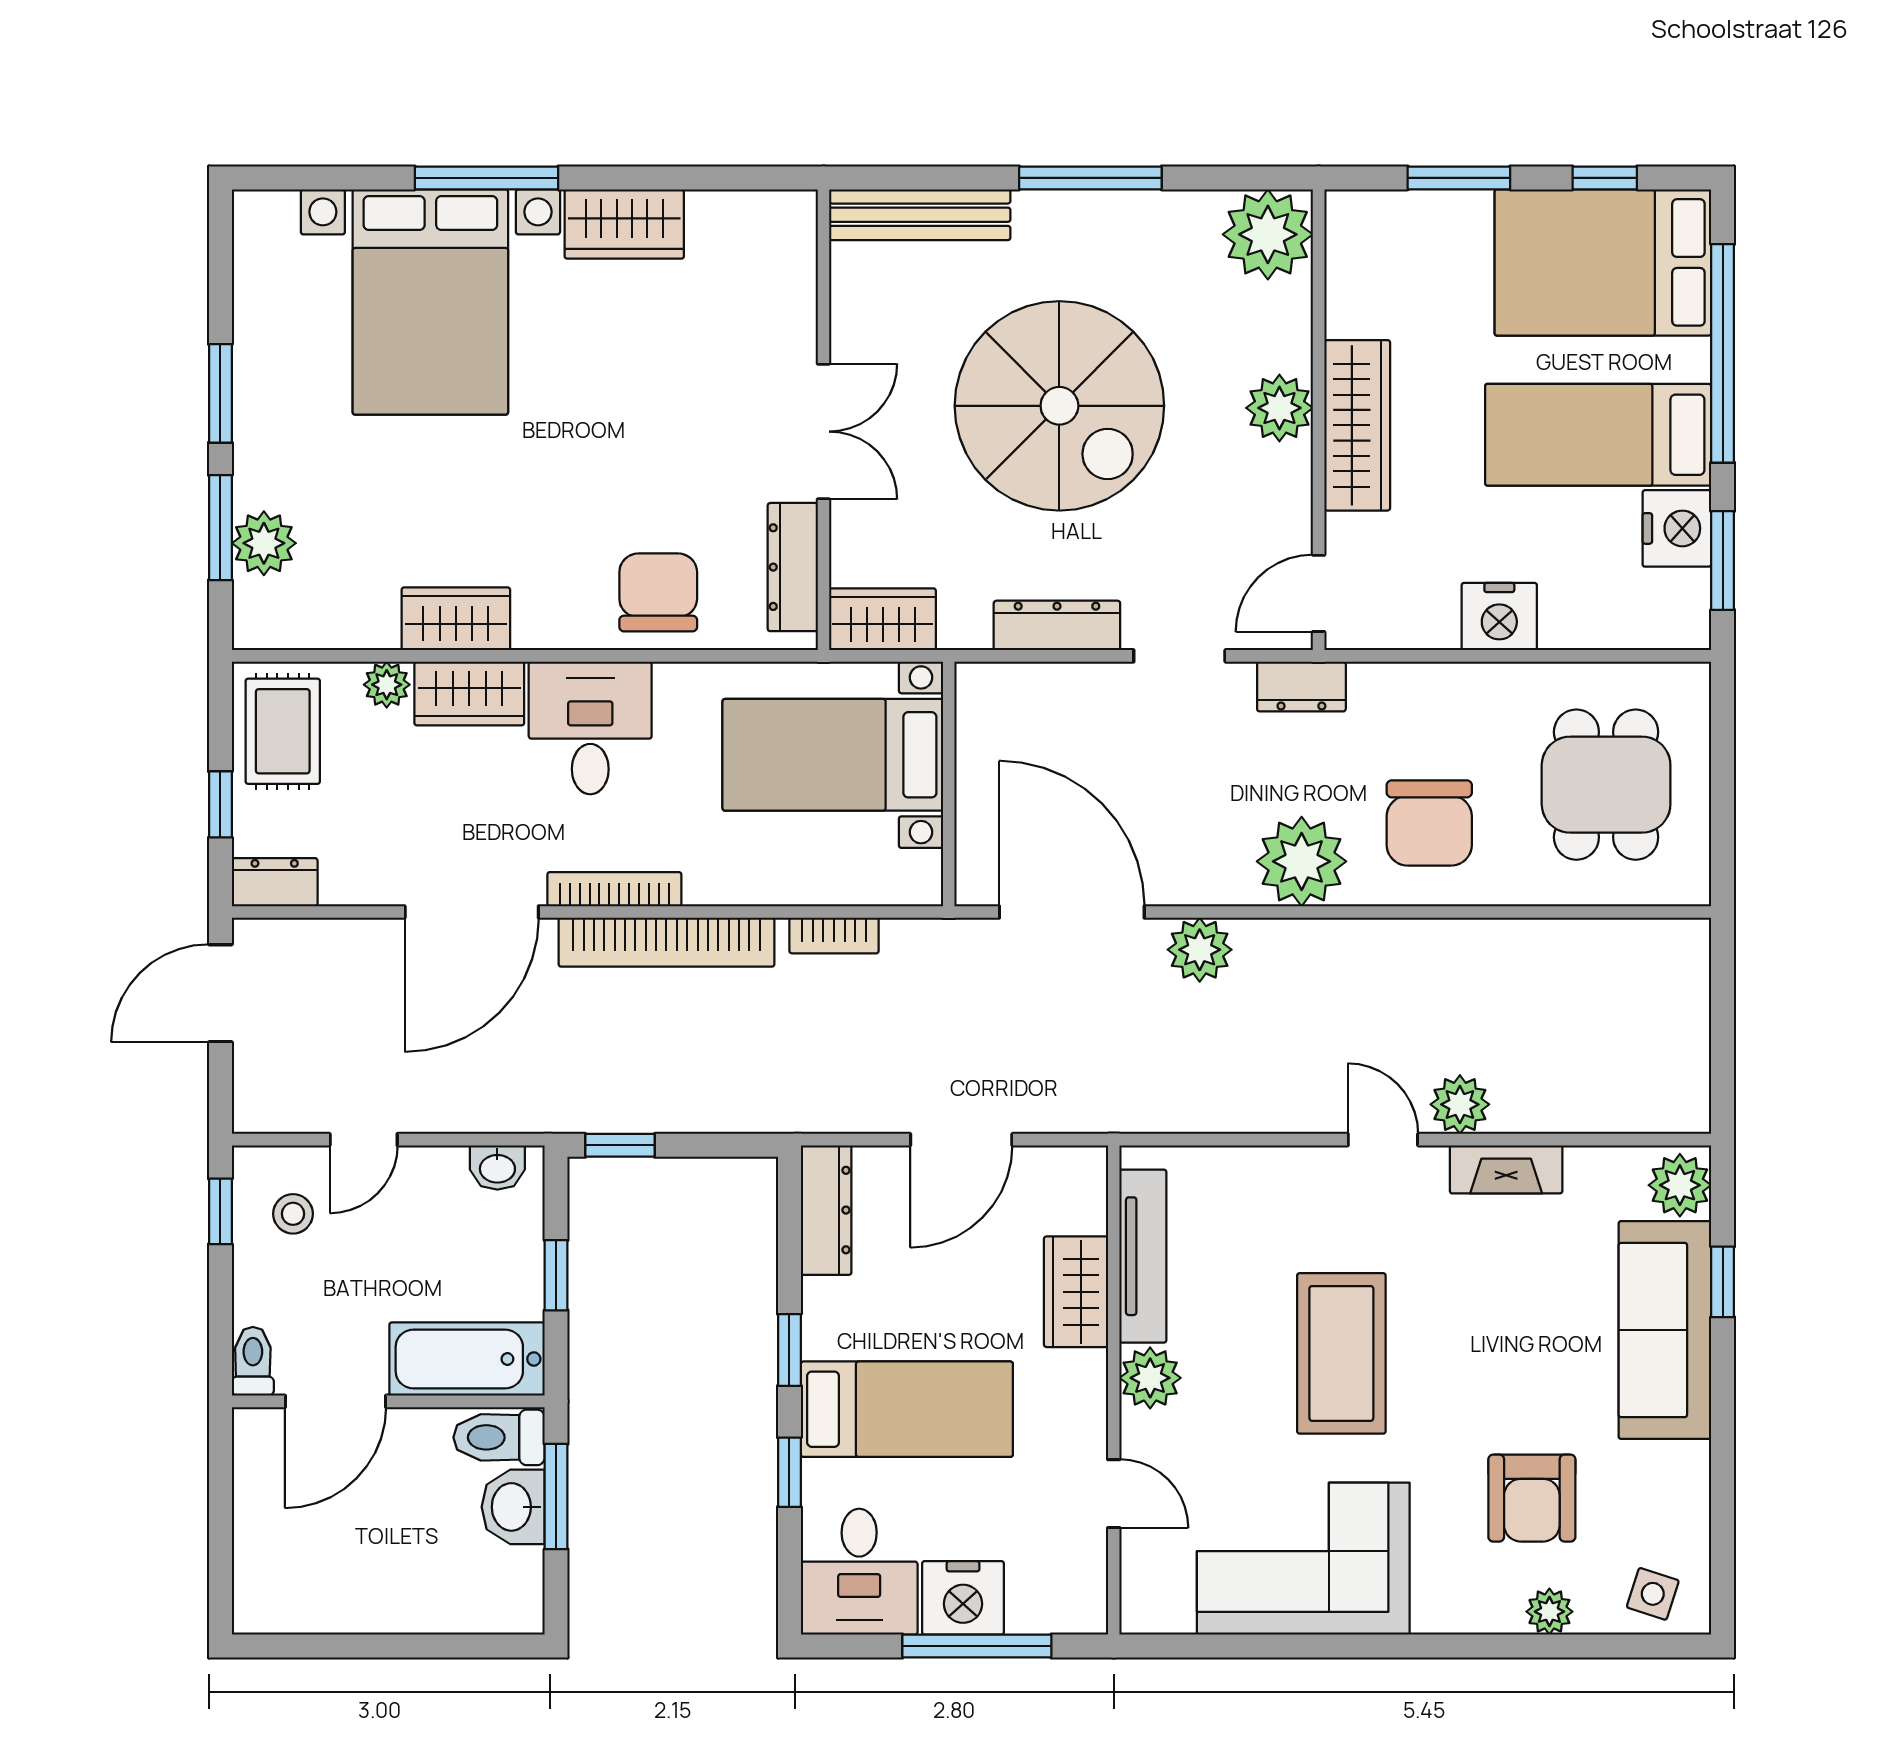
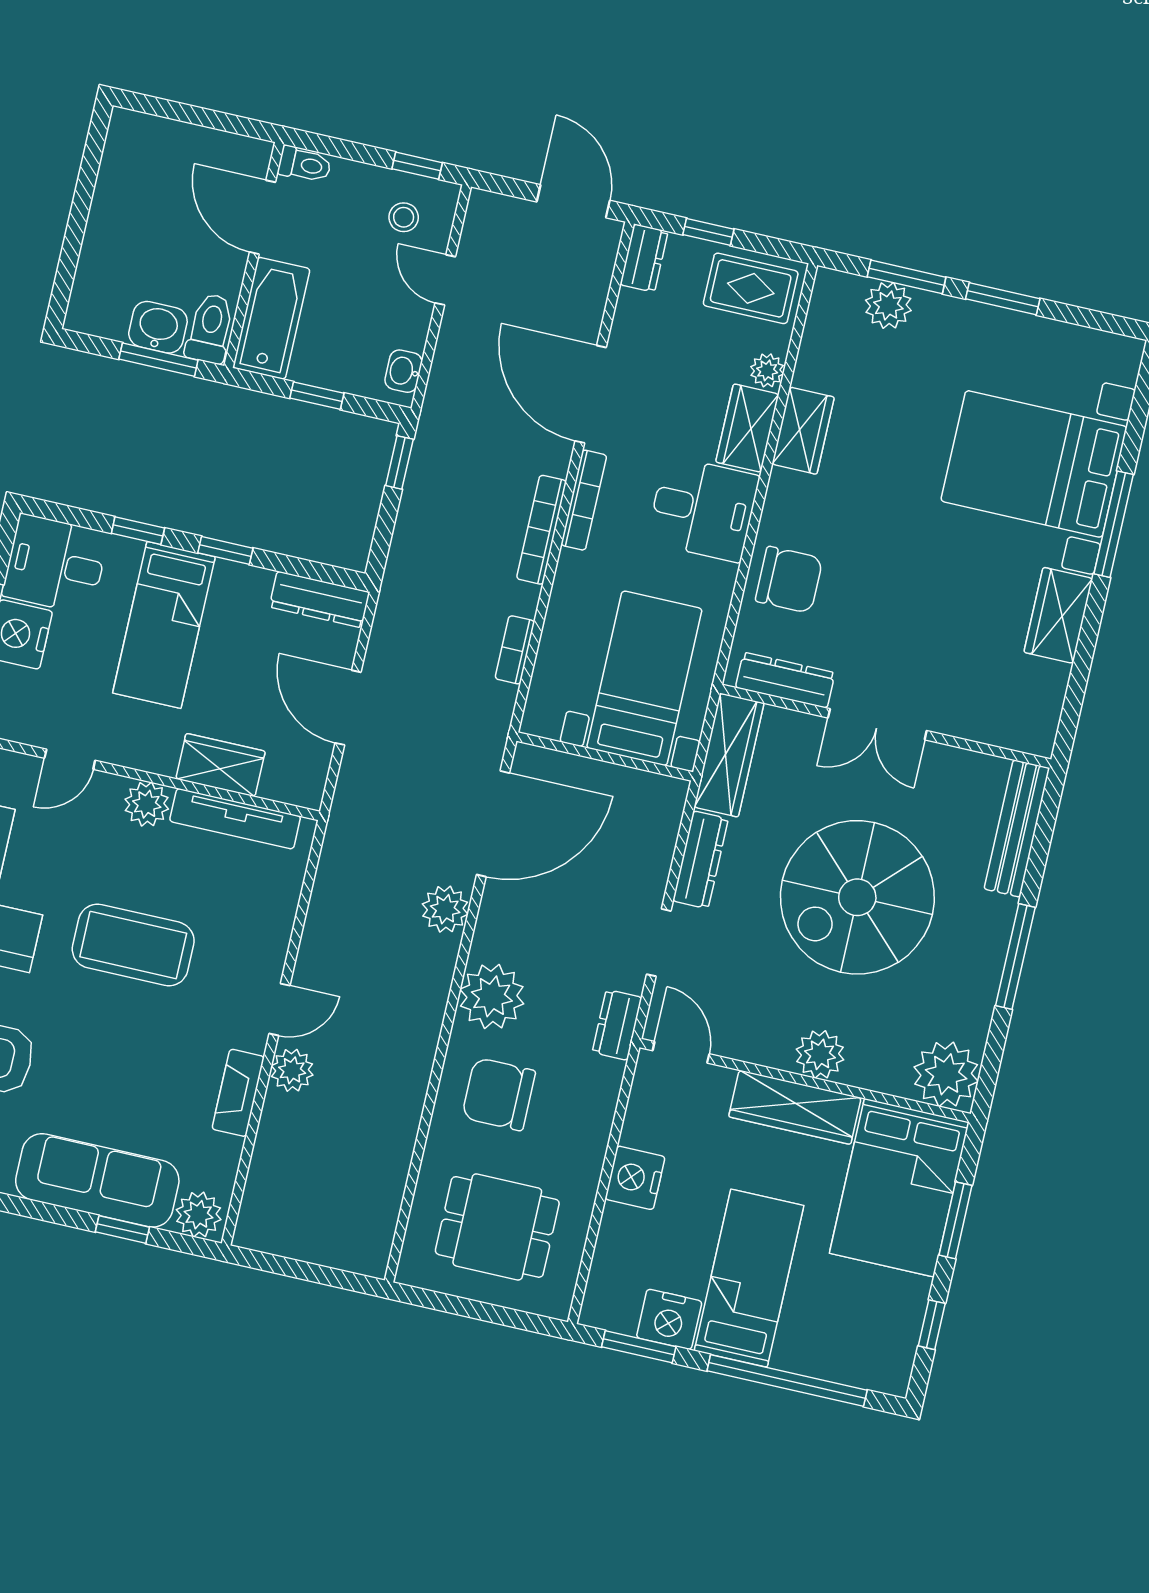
bed: (1603, 262) -> (899, 1188), moved, turned 180
wardrobe: (883, 619) -> (729, 755), width x1.50
bookcase: (666, 942) -> (541, 530), width x0.68, depth x0.76

